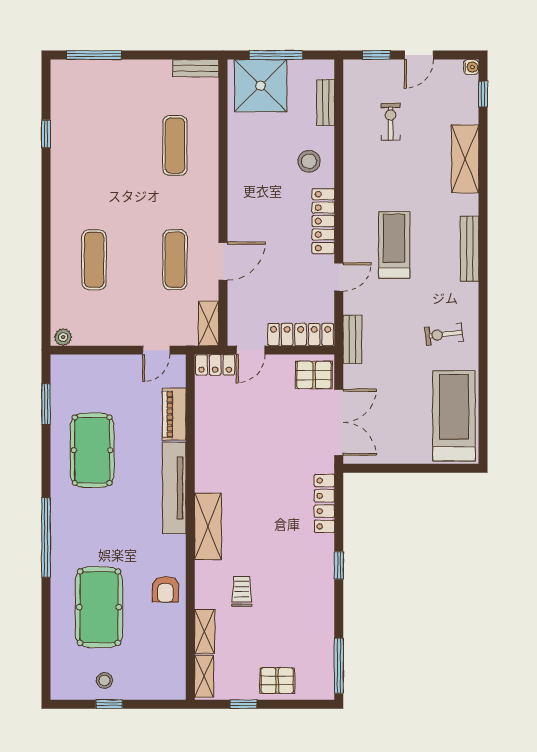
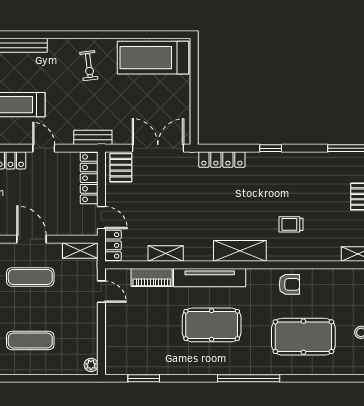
pool table: (92, 450) -> (212, 325), moved
shelving: (205, 631) -> (166, 254), moved

